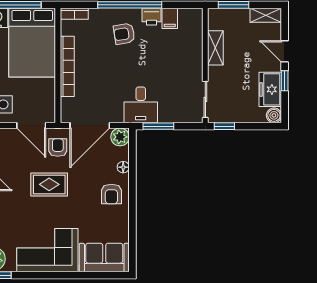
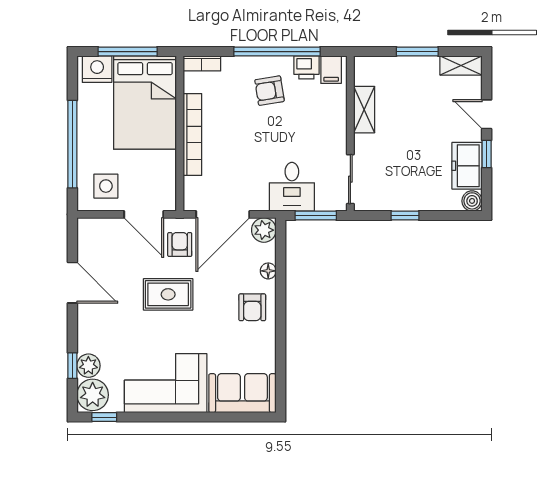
shelving: (215, 48) -> (364, 110), moved
wall: (205, 66) -> (350, 134), moved
sliding door: (205, 99) -> (350, 179), moved

